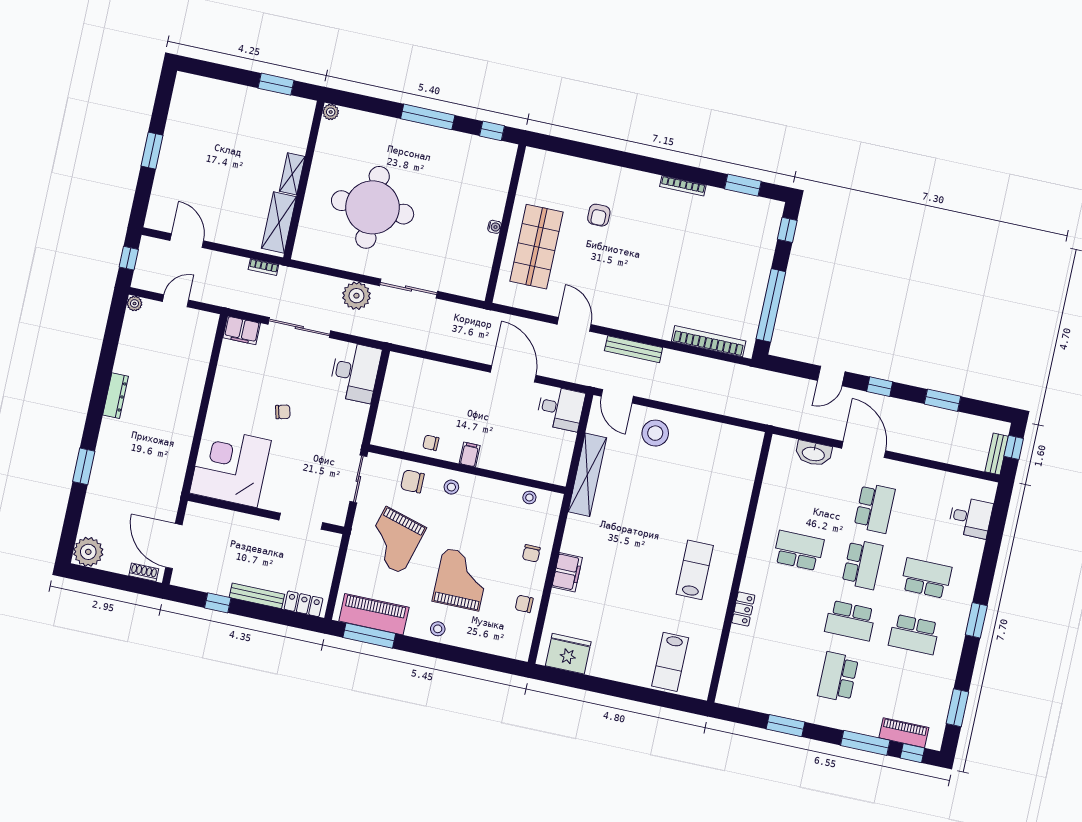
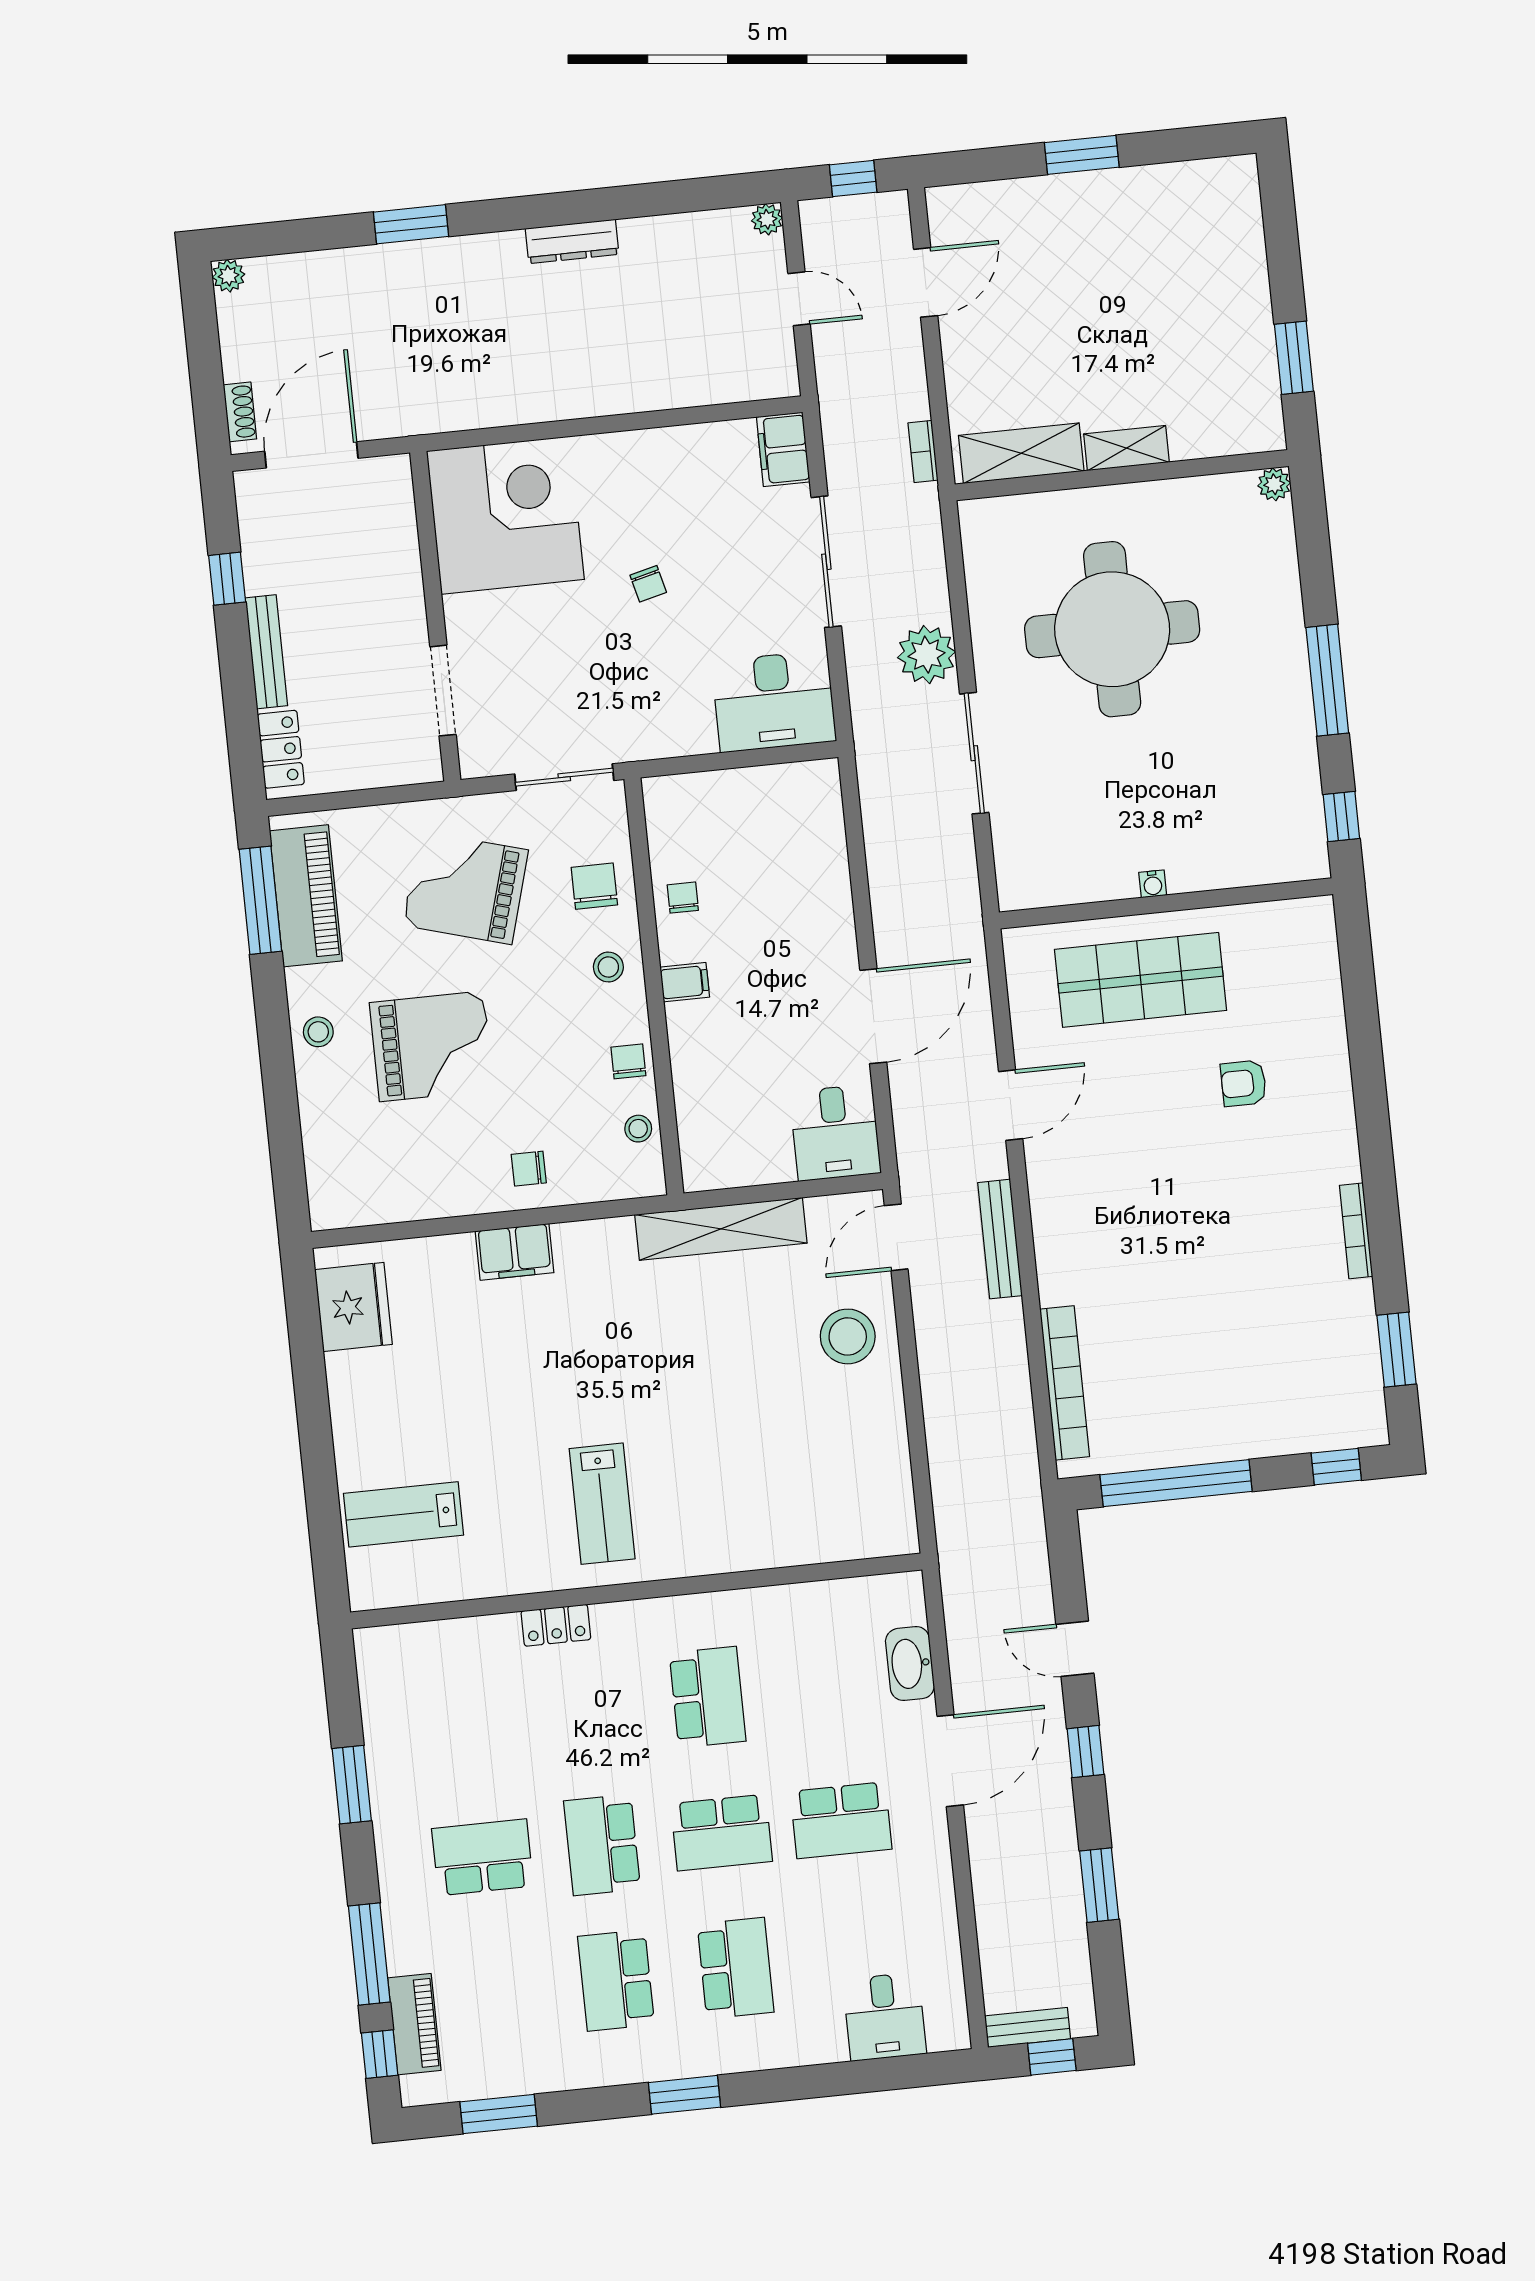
plant: (88, 552) -> (228, 276), width x0.53, depth x0.53
lab bench: (695, 570) -> (602, 1504), turned 90
chair: (524, 604) -> (628, 1061), moved

